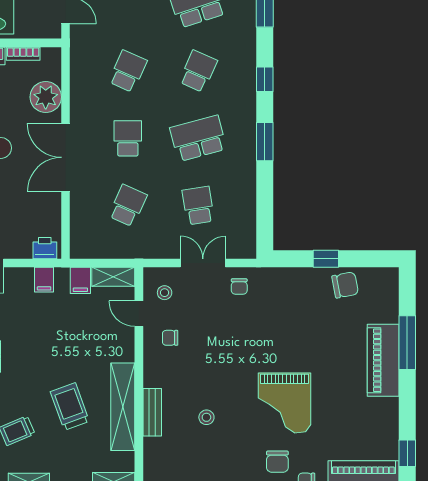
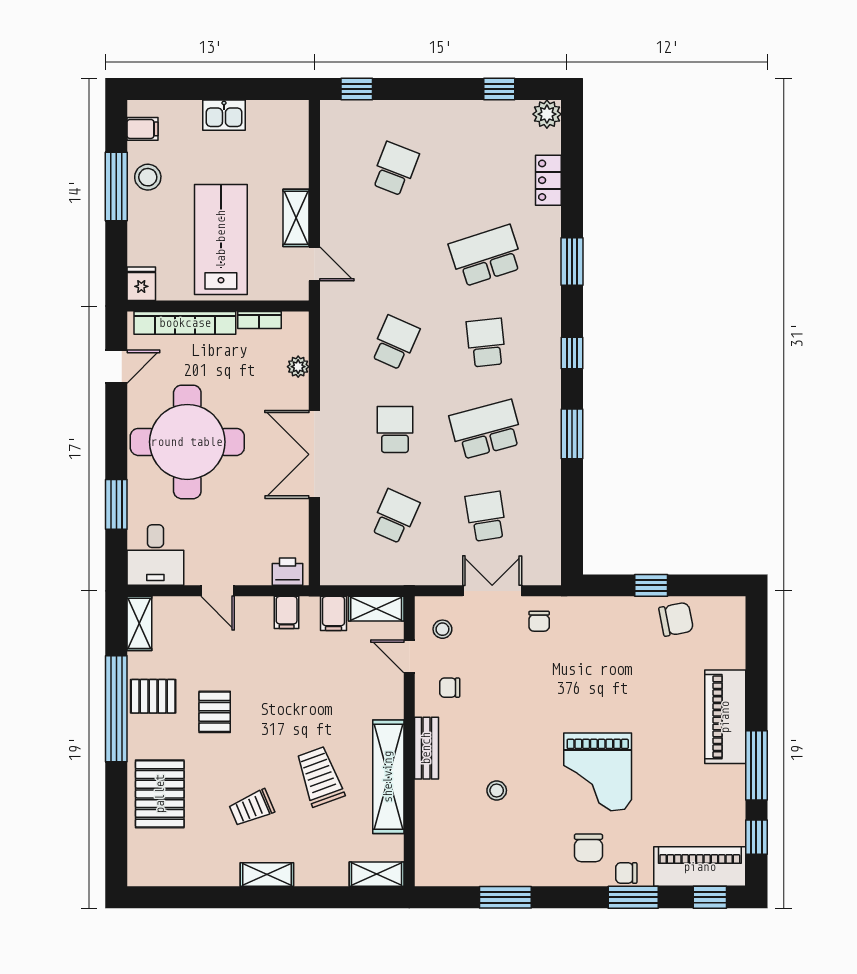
school desk: (198, 71) -> (486, 343), turned -30
plant: (46, 97) -> (298, 367), width x0.53, depth x0.53
window: (407, 343) -> (756, 765), moved
bench: (152, 412) -> (426, 748), moved

